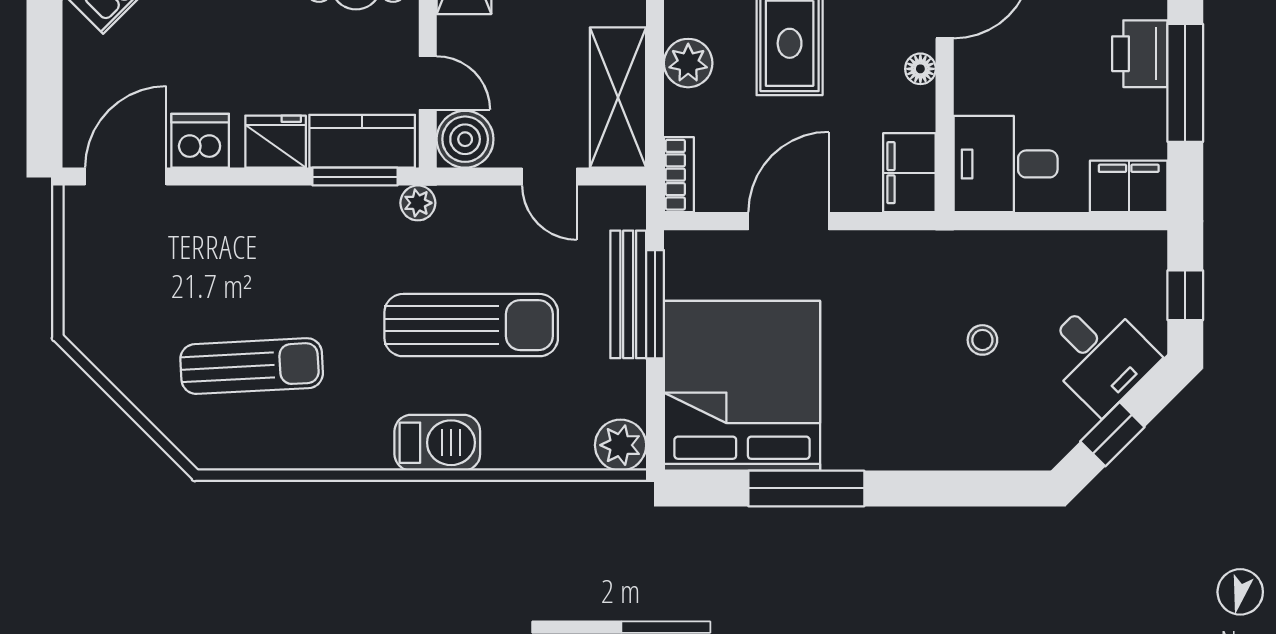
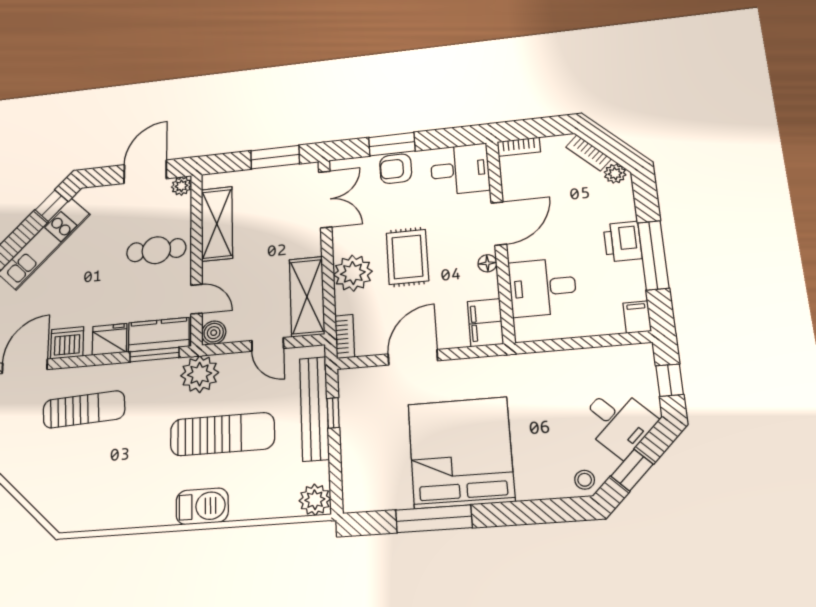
plant: (688, 63) -> (353, 273), width x1.36, depth x1.36
boiler: (465, 139) -> (214, 333), width x0.73, depth x0.73
desk: (1006, 164) -> (543, 287), moved
filing cabinet: (1129, 186) -> (637, 317), width x0.50
plant: (418, 203) -> (200, 374), width x1.87, depth x1.87
bench: (628, 294) -> (314, 409), width x1.37, depth x1.21
window: (655, 304) -> (333, 413), width x0.46
stool: (982, 340) -> (585, 480), moved
sun lounger: (252, 366) -> (84, 409), moved
bed: (742, 386) -> (461, 452), moved

